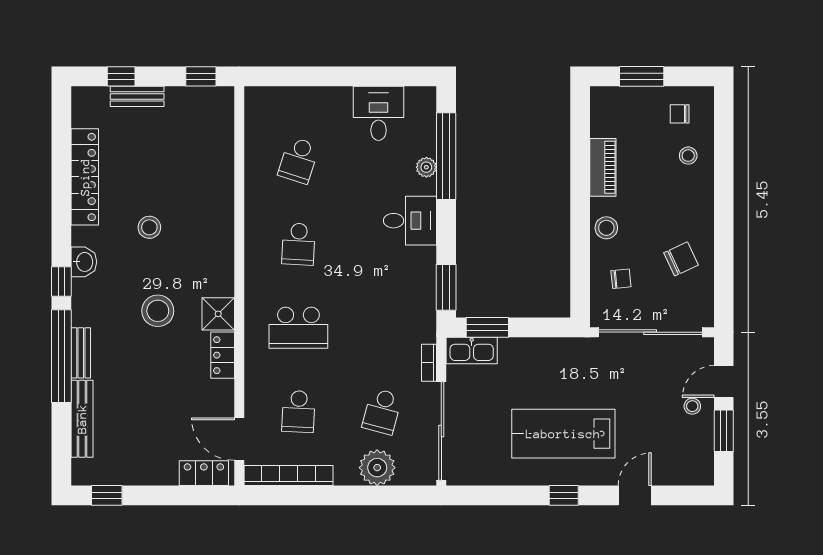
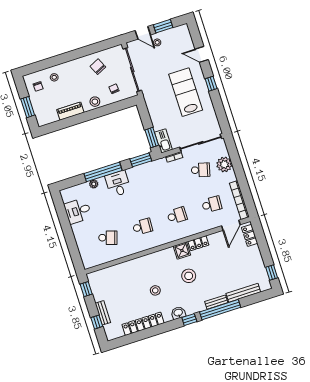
window: (446, 156) -> (103, 172), moved
school desk: (298, 328) -> (177, 216), width x0.54
lab bench: (563, 434) -> (186, 92), turned 180

